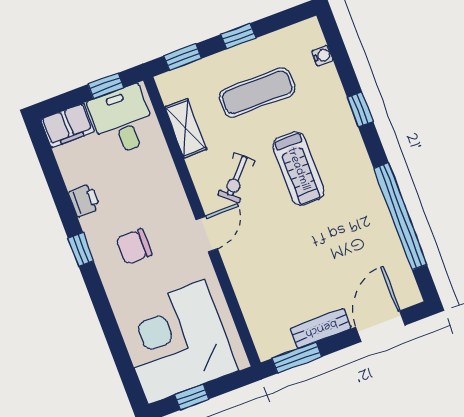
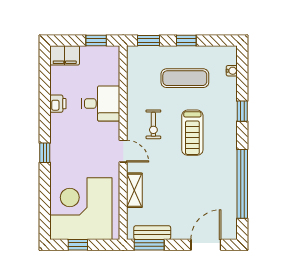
desk: (123, 120) -> (101, 103), moved, turned 90
shelving: (186, 128) -> (134, 190), moved
exercise bike: (236, 178) -> (153, 124), turned -42
door: (207, 234) -> (123, 151), hinge flipped
chair: (134, 247) -> (77, 142), removed
window: (81, 249) -> (45, 153), moved
bench: (321, 328) -> (152, 233), moved

